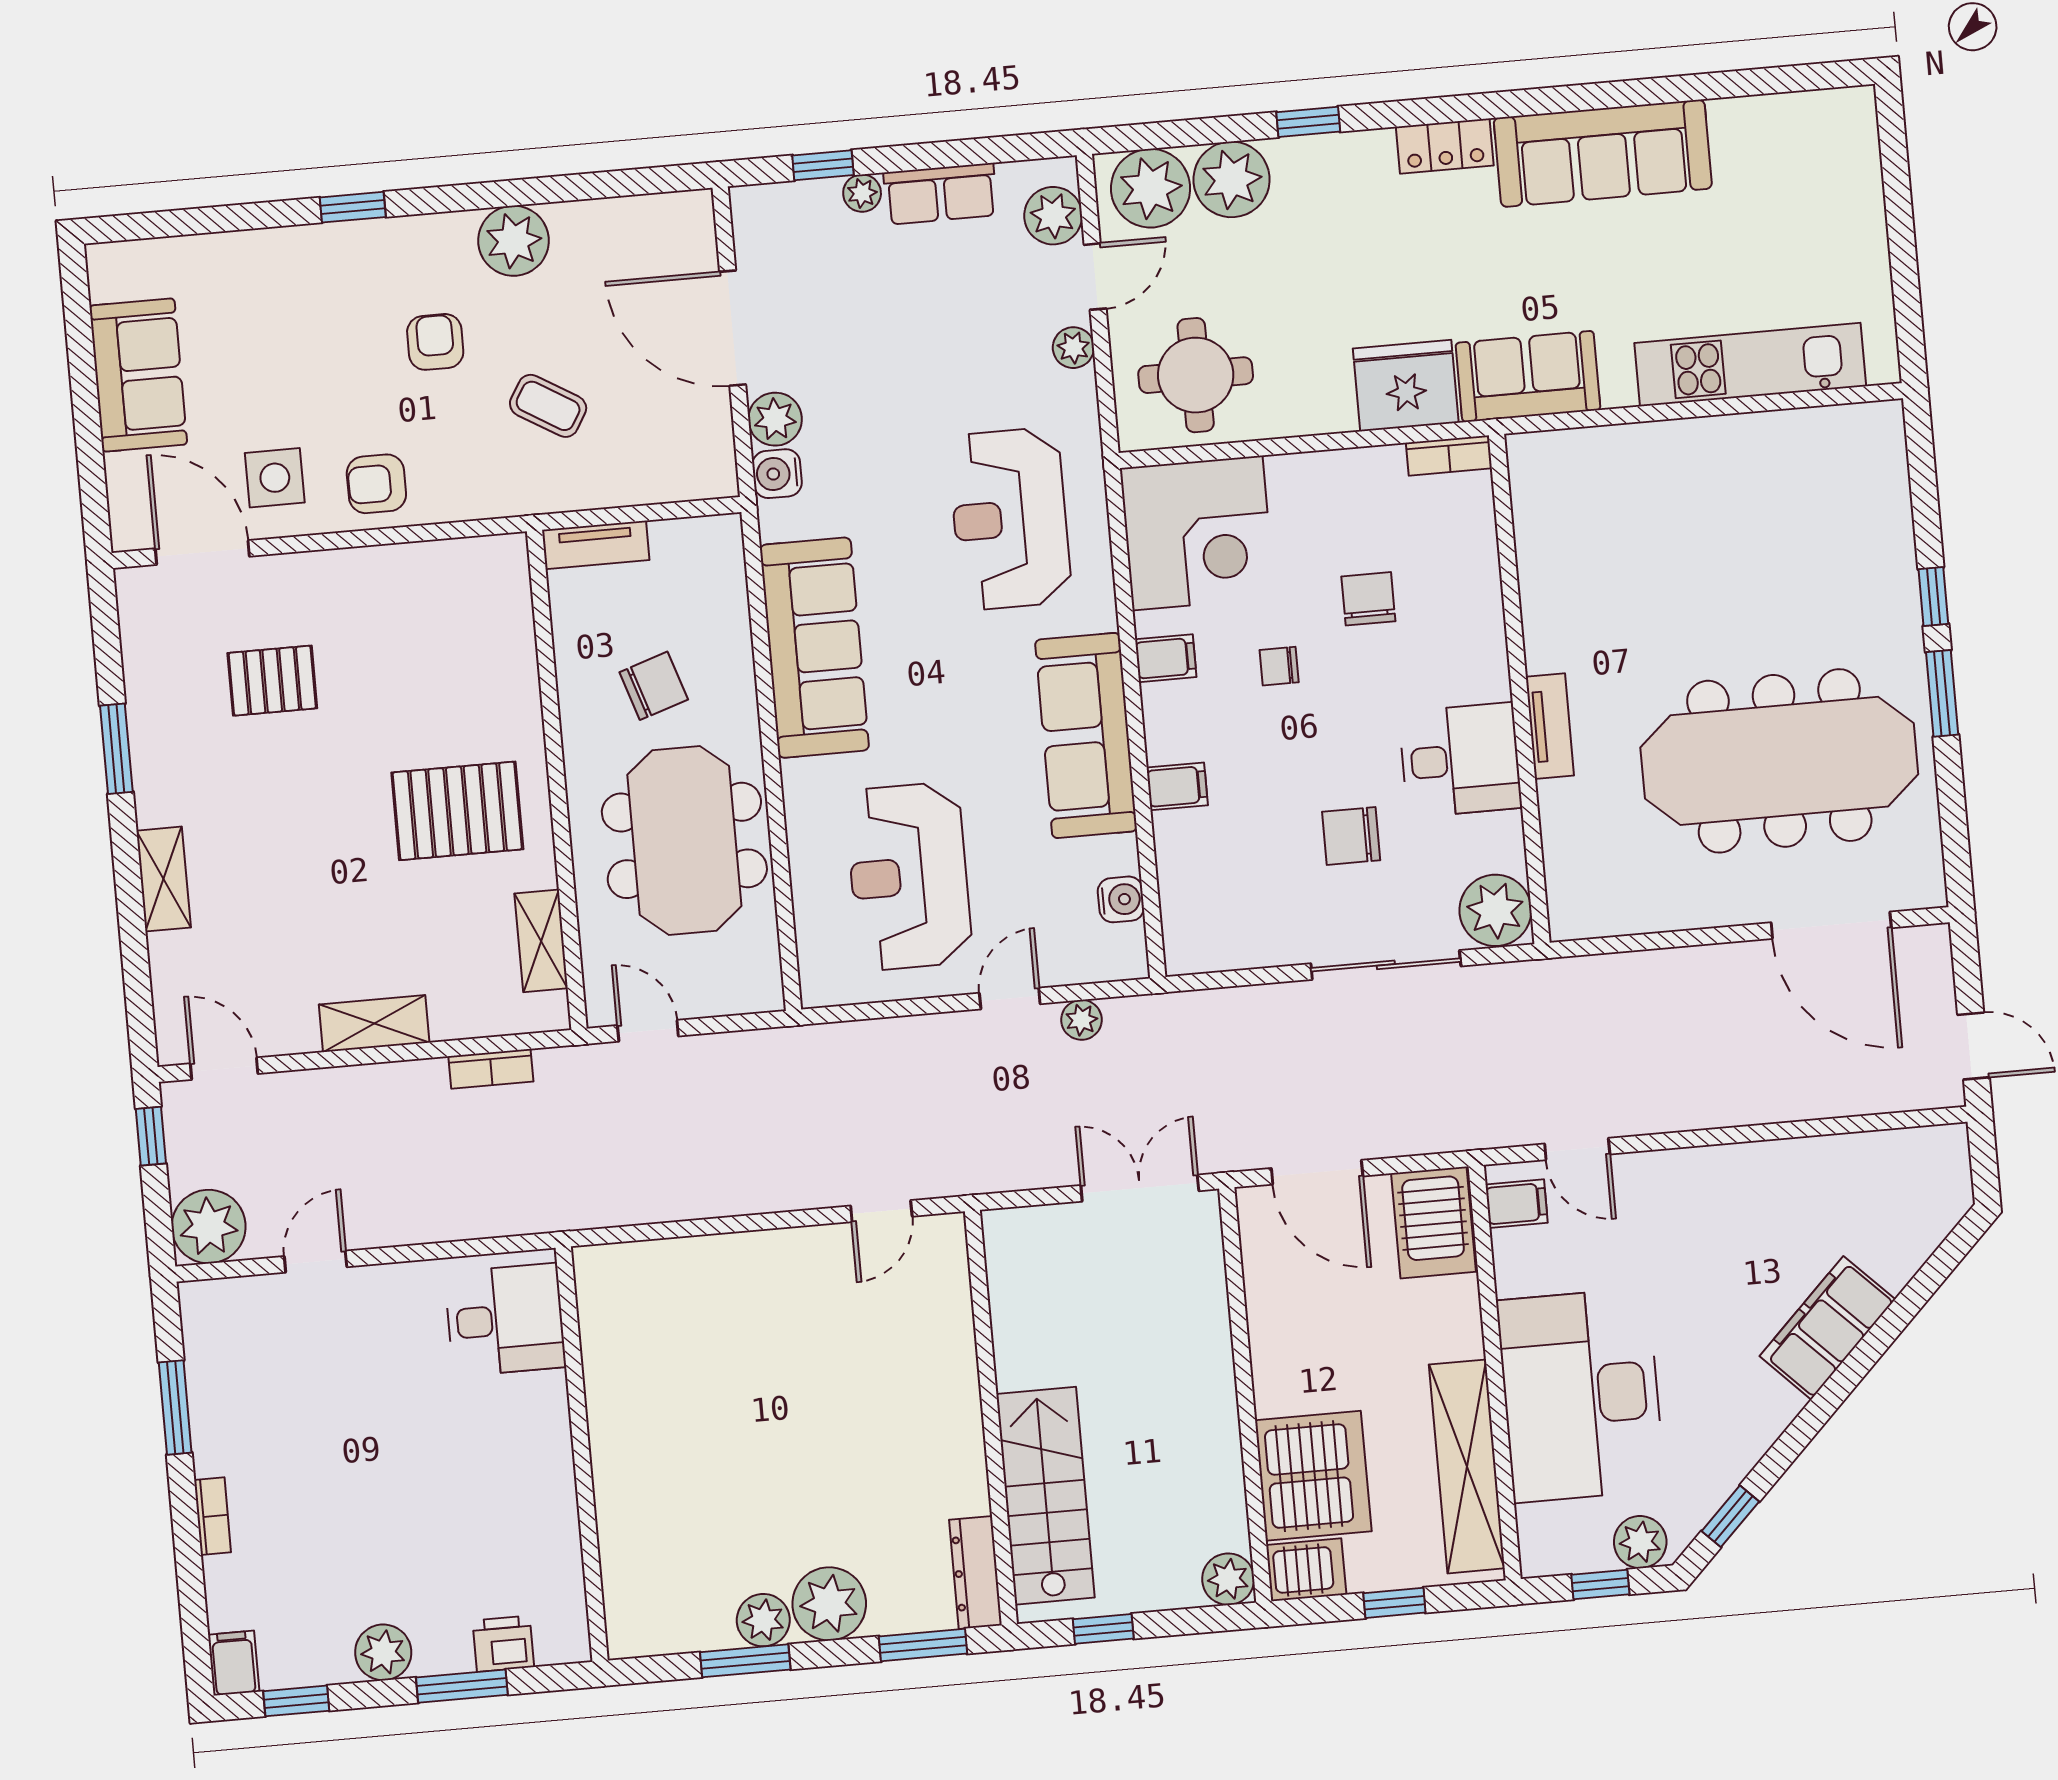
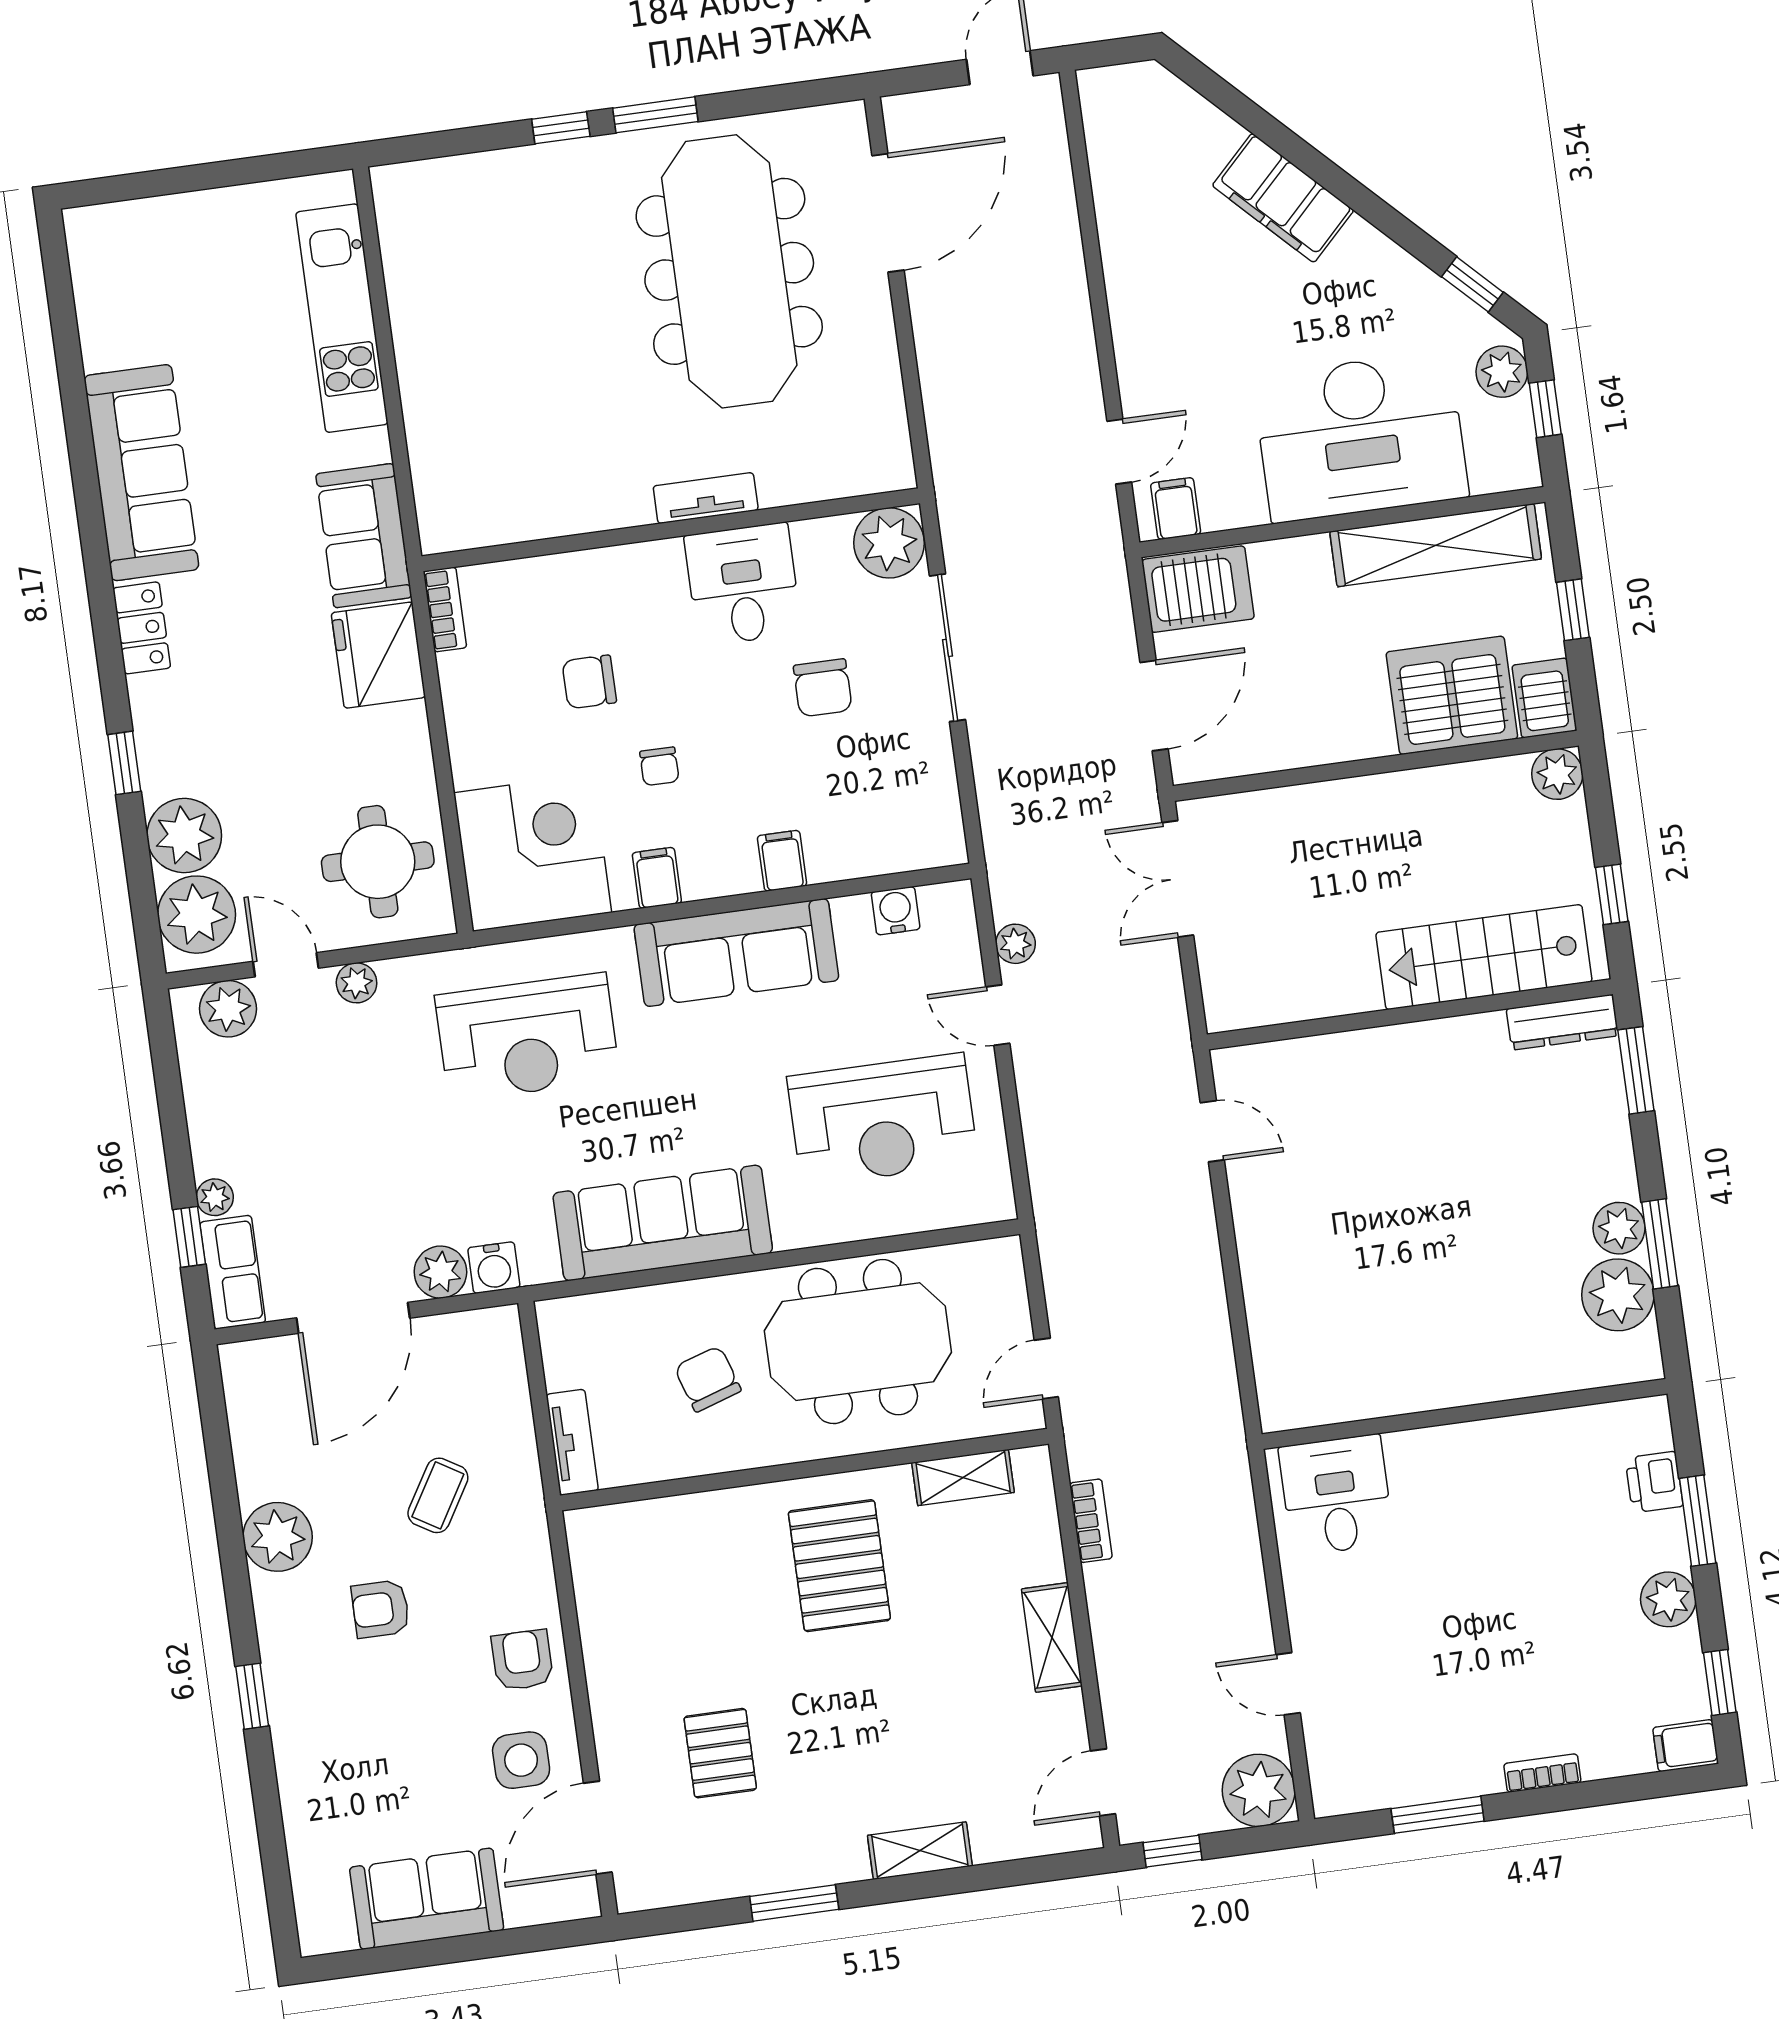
row of seats: (940, 194) -> (233, 1272), moved
armchair: (376, 484) -> (522, 1660), turned 180
plant: (829, 1604) -> (1618, 1295), moved

